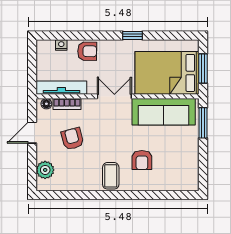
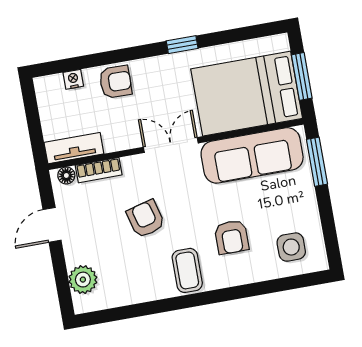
tv unit: (61, 88) -> (74, 148), width x0.71
armchair: (72, 139) -> (146, 219), moved
side table: (178, 173) -> (291, 247), added

